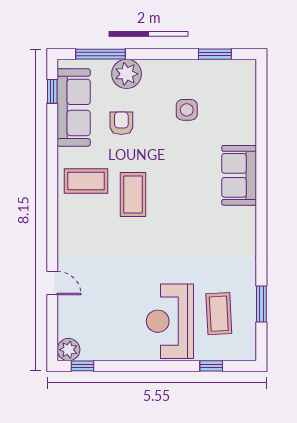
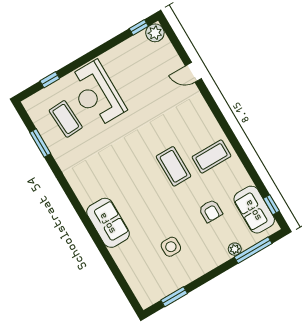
plant: (127, 74) -> (235, 249), width x0.53, depth x0.53
sofa: (74, 107) -> (254, 210), width x0.73
reception desk: (170, 321) -> (96, 94), turned 180

